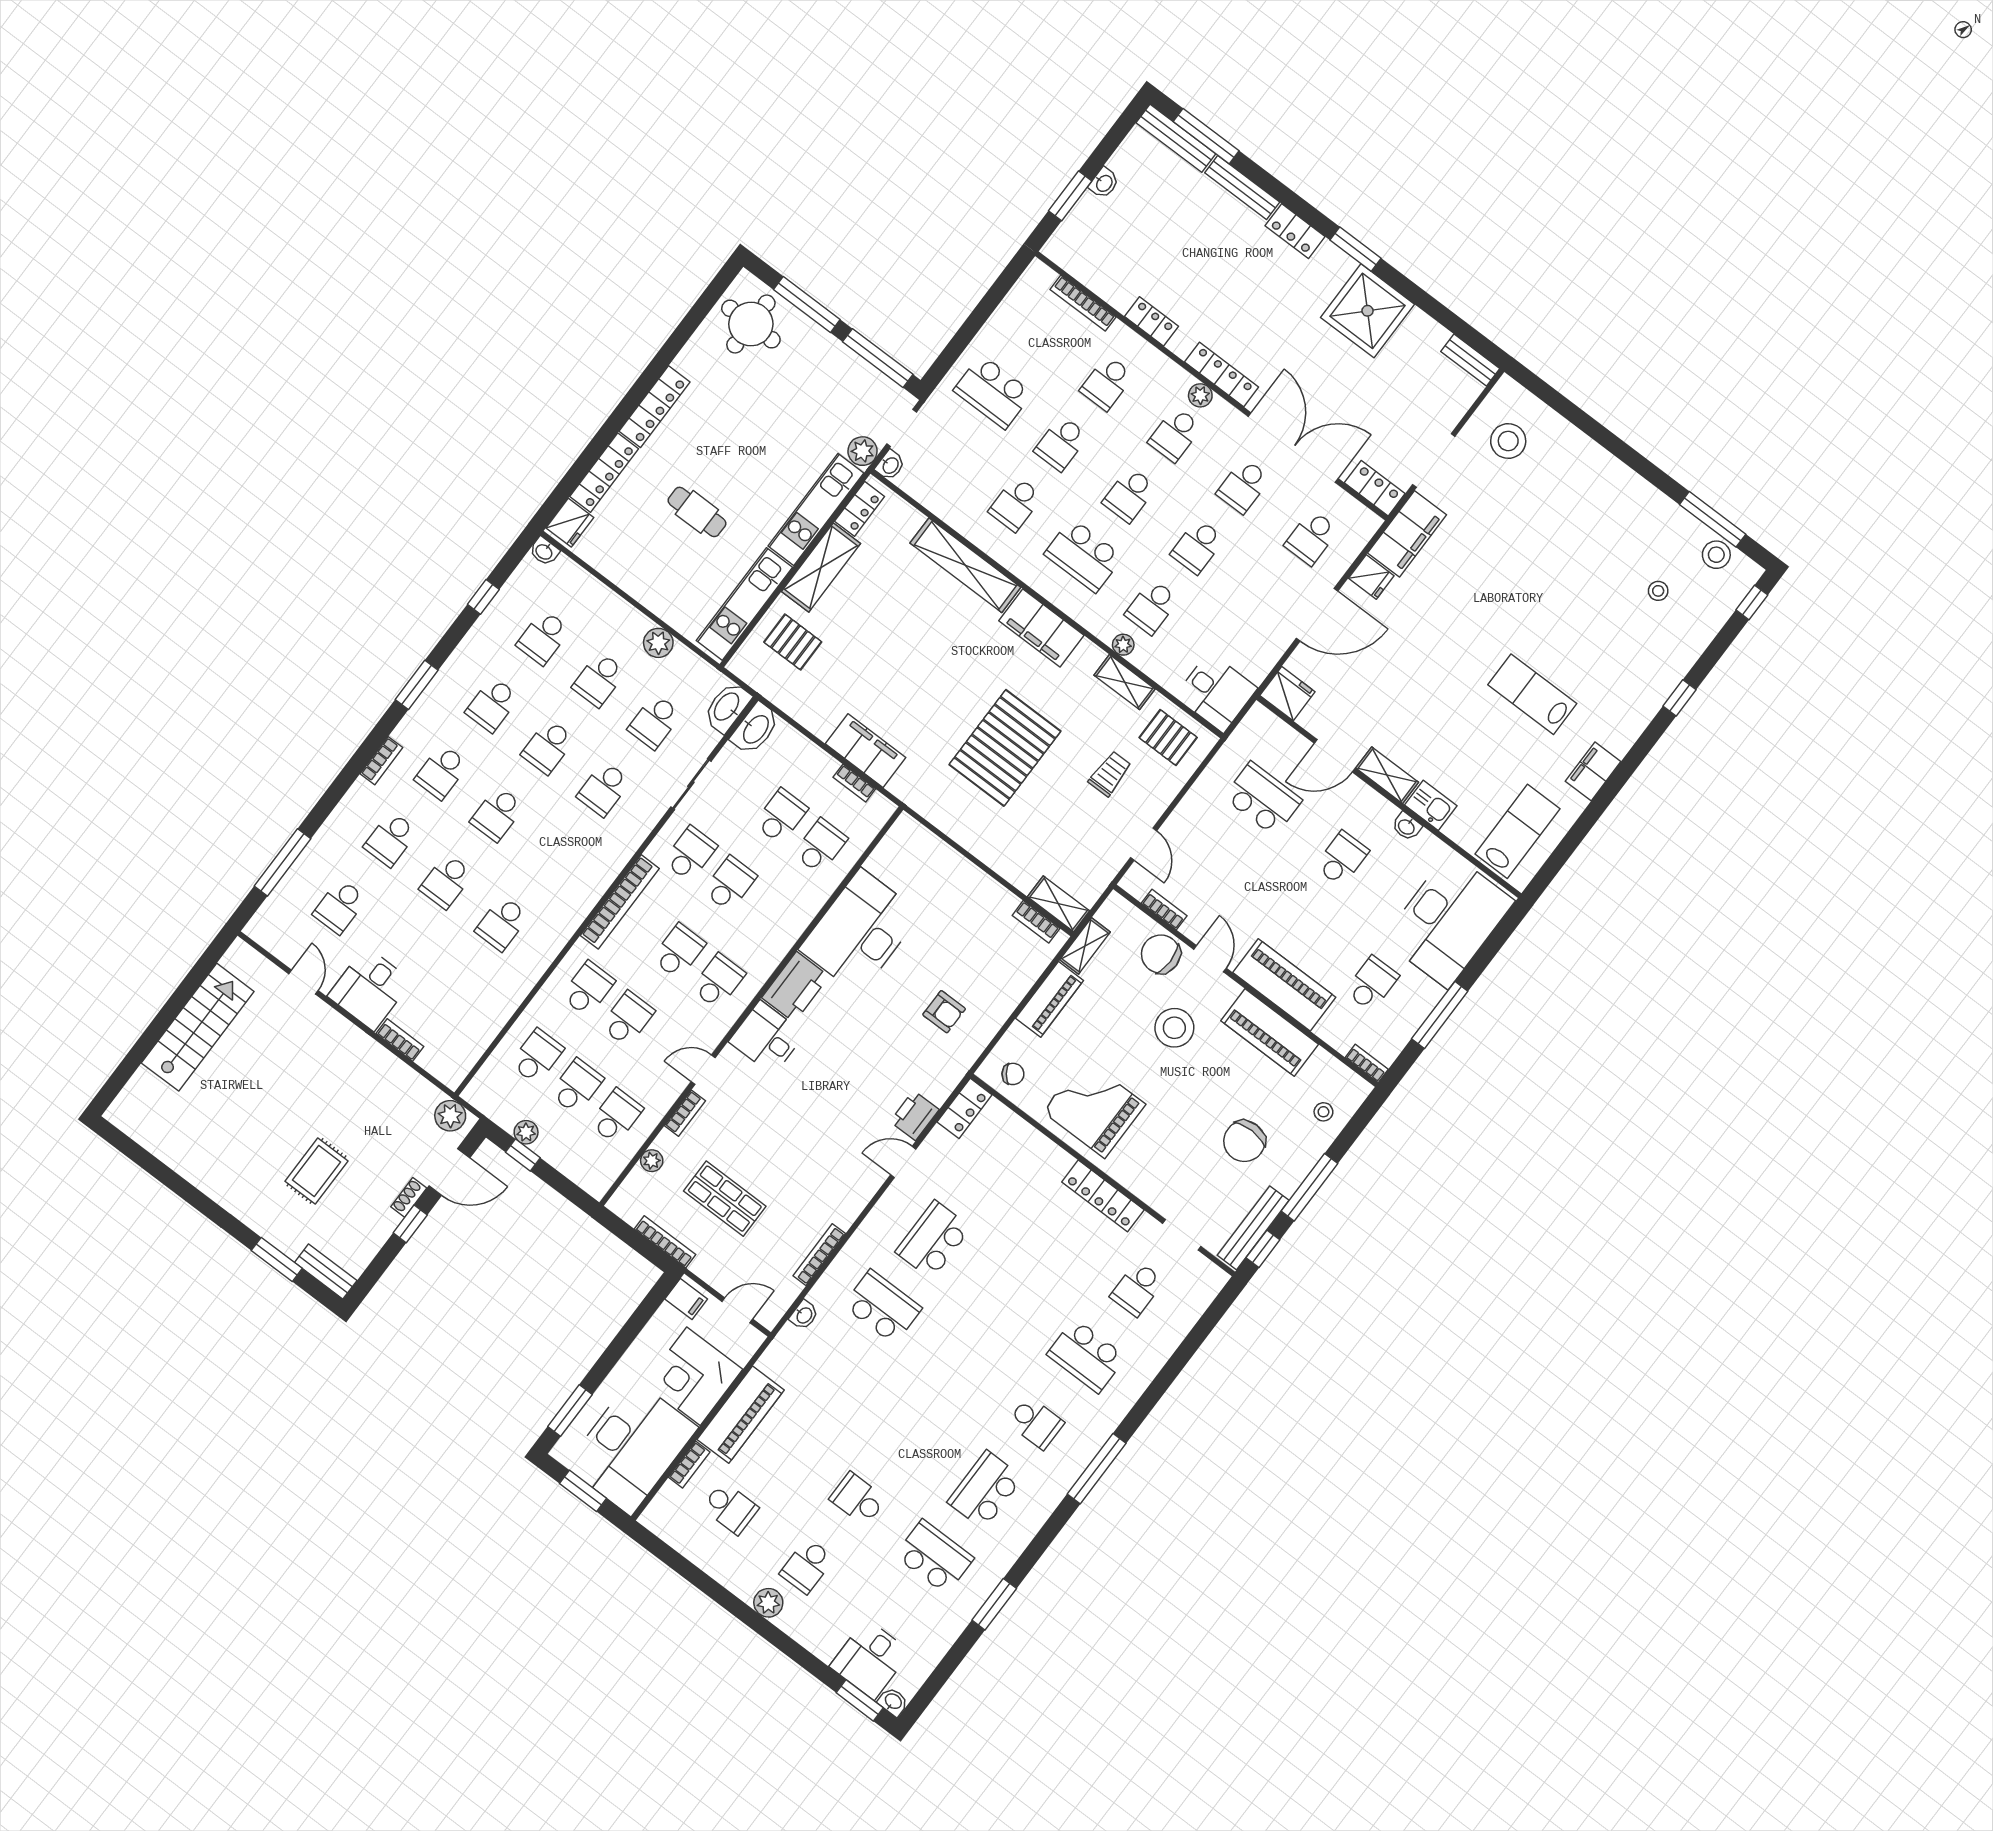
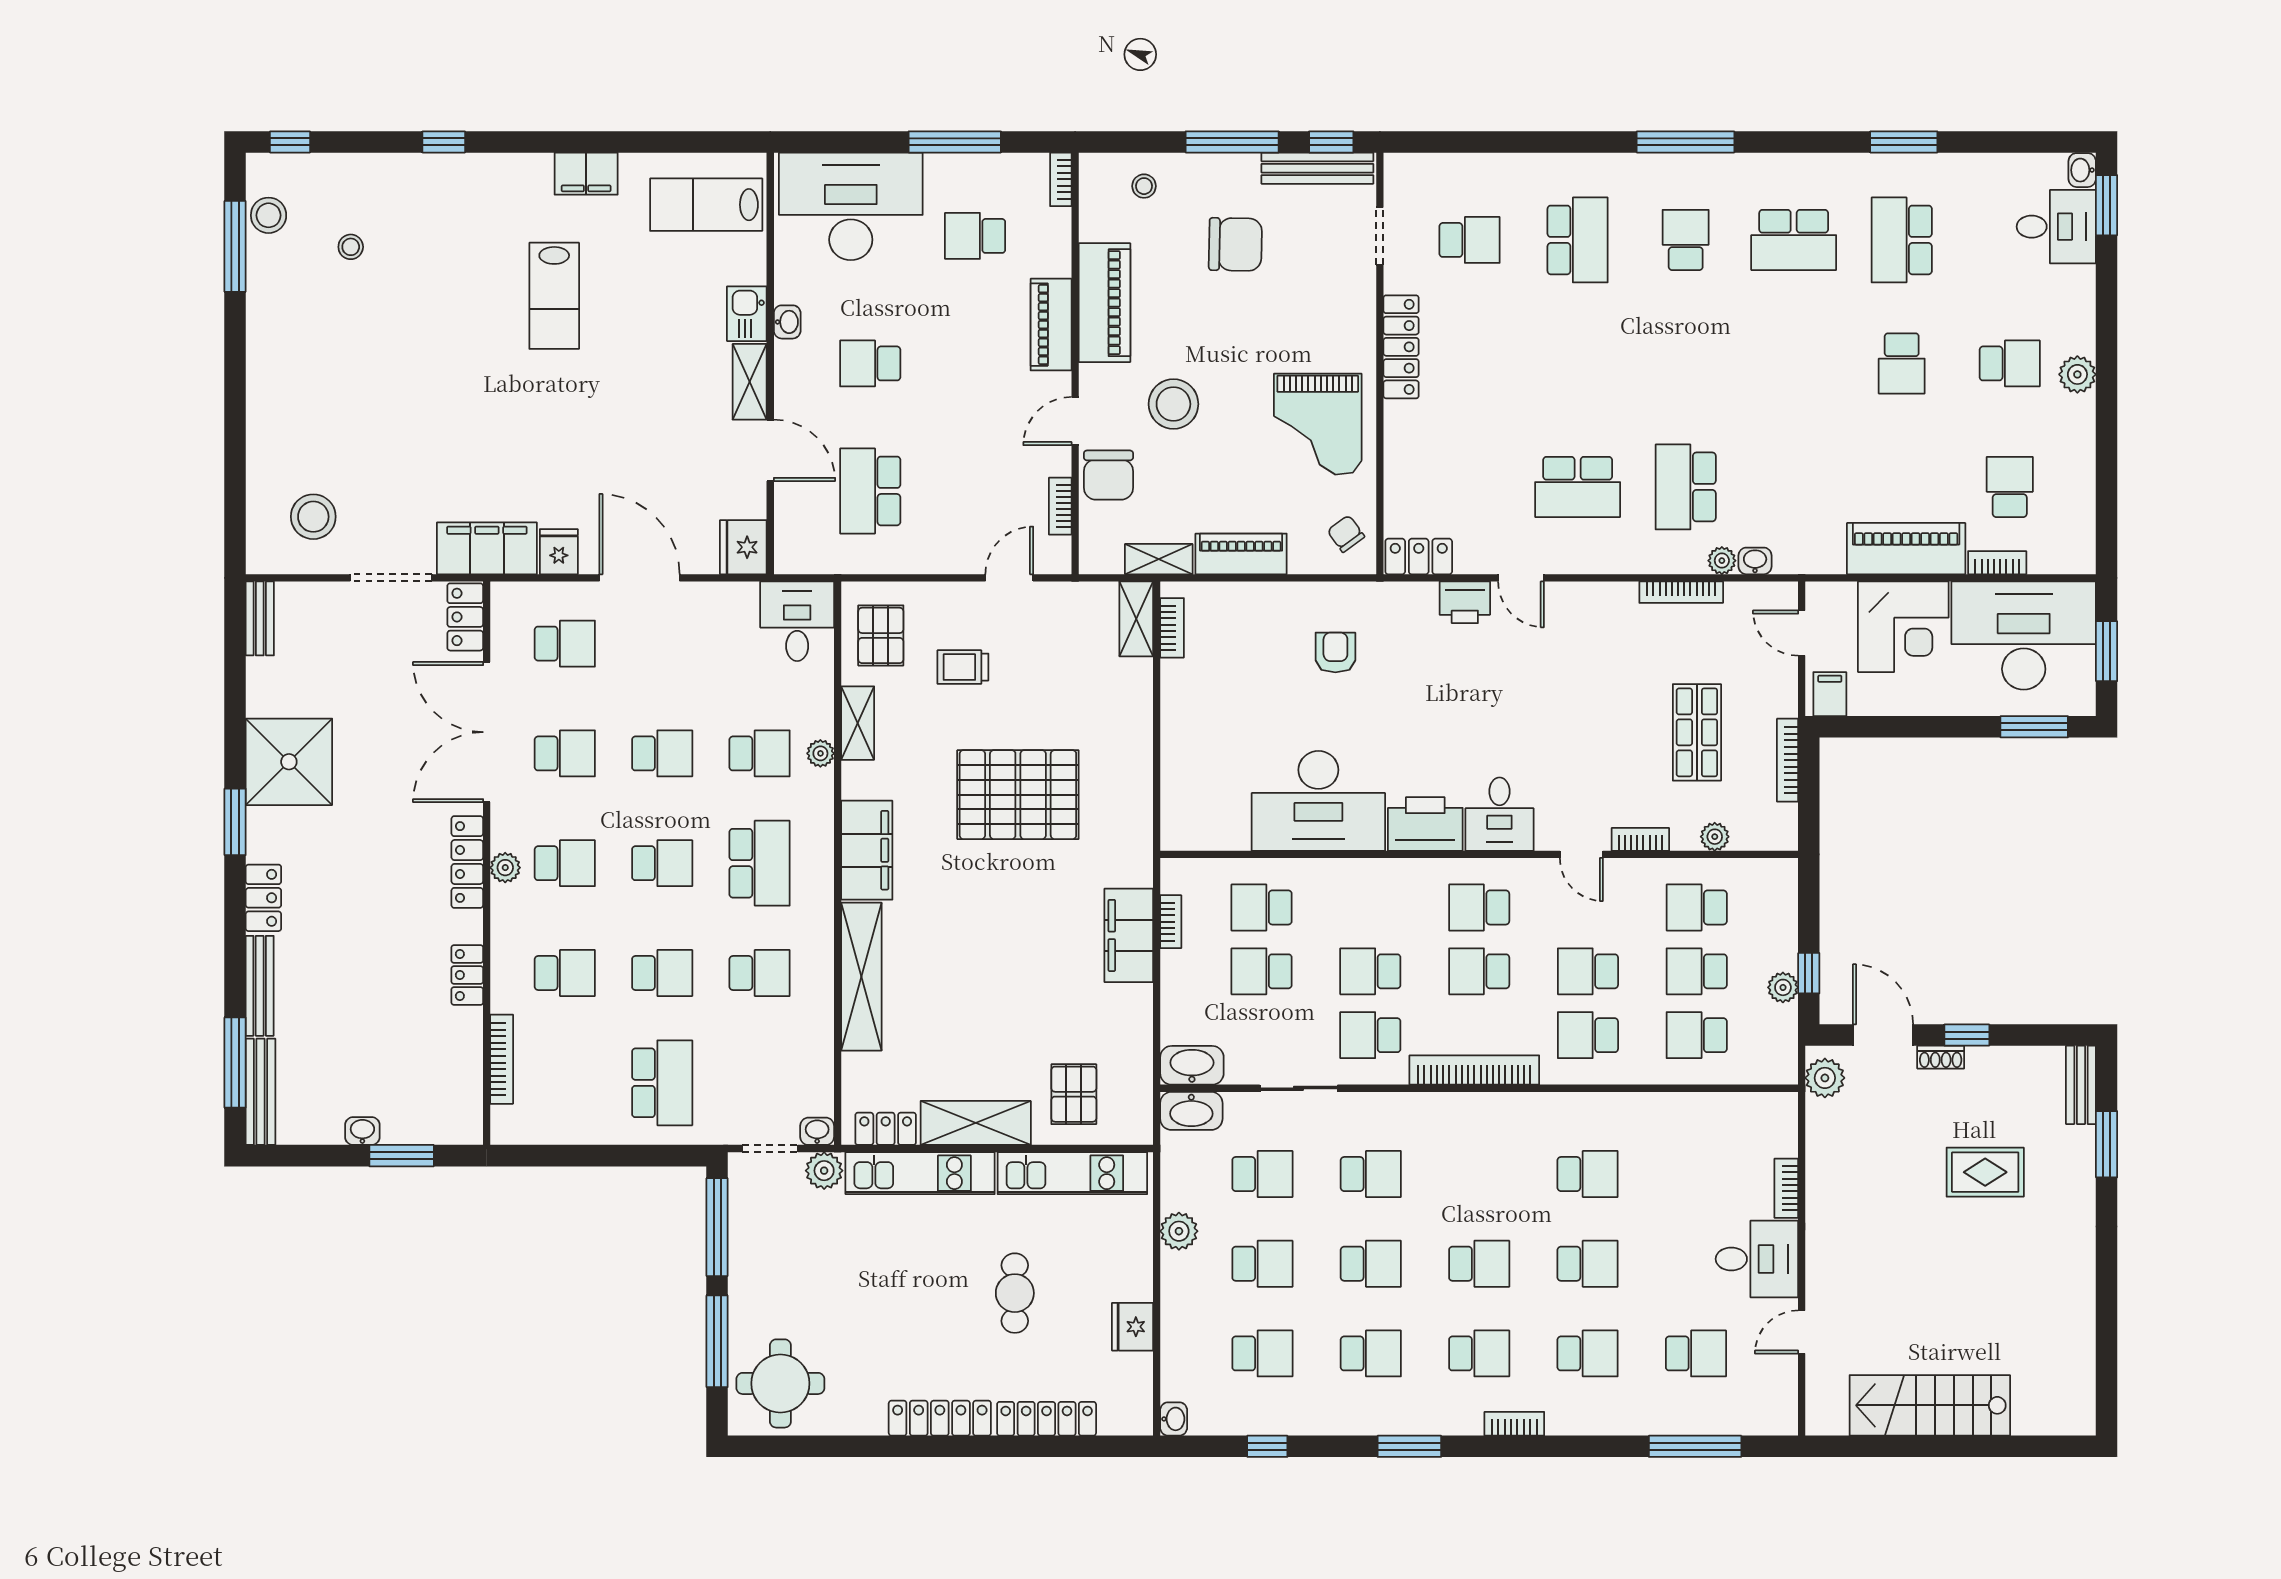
fridge: (570, 523) -> (1132, 1327), moved, turned -90
piano: (1284, 985) -> (1051, 325), width x0.73, depth x0.75
plant: (820, 1295) -> (1722, 561), added

